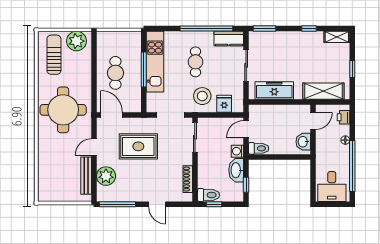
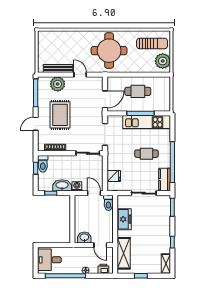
freezer: (274, 90) -> (124, 219), width x0.71
stool: (202, 96) -> (120, 159), removed
door: (111, 115) -> (105, 99), moved
rug: (138, 146) -> (60, 115), moved
toilet: (259, 148) -> (108, 203), moved

